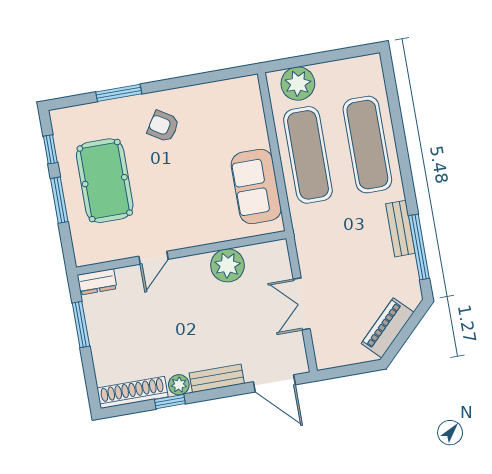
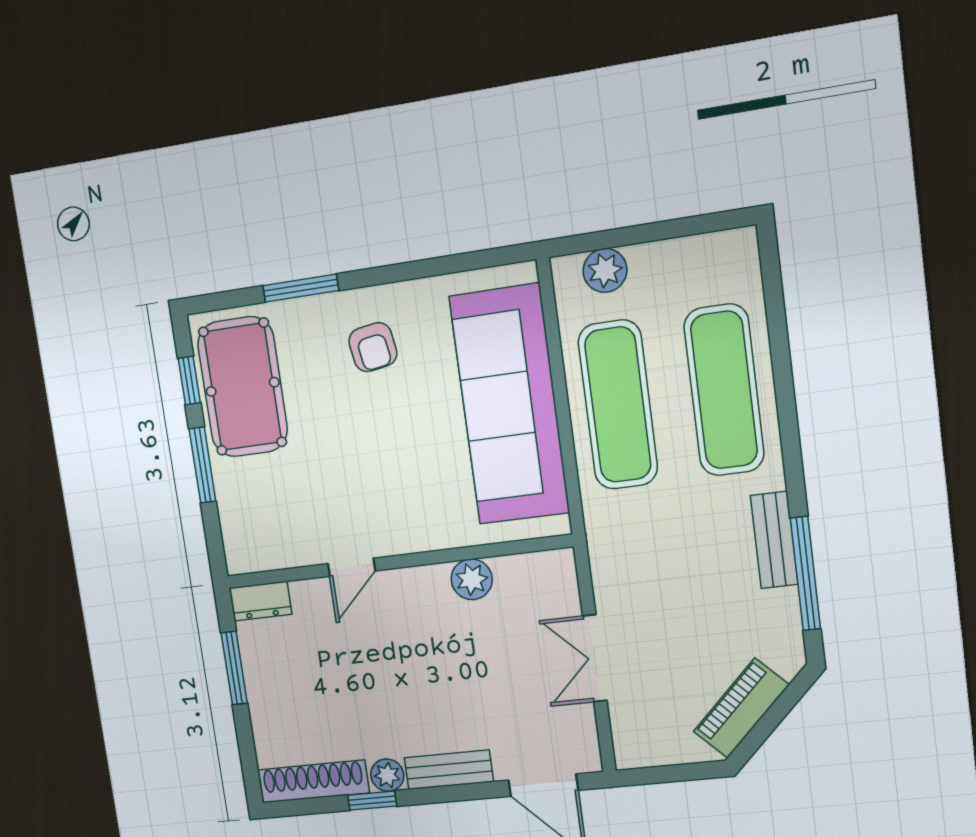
plant: (298, 84) -> (605, 270), width x0.73, depth x0.73
armchair: (163, 126) -> (373, 347), turned -131
pool table: (105, 181) -> (243, 387), moved
sofa: (256, 186) -> (509, 405), width x1.85, depth x1.27
plant: (227, 265) -> (472, 579), width x0.73, depth x0.73

